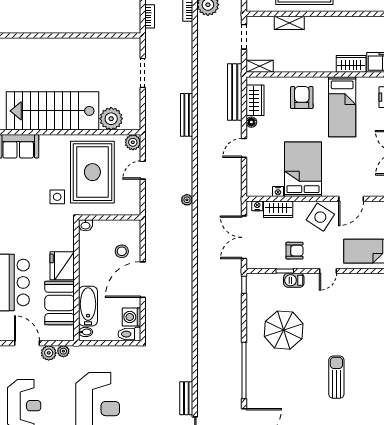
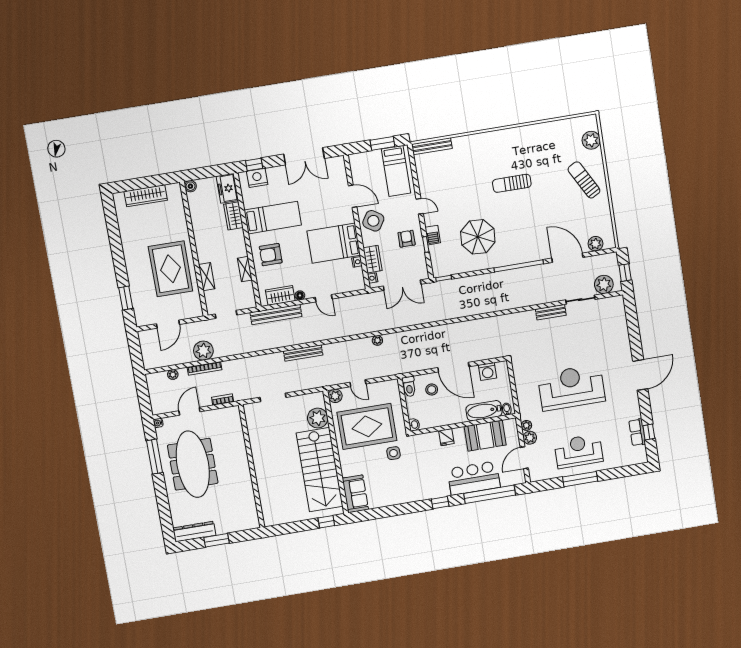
shelving: (260, 66) -> (245, 269), moved
fridge: (62, 266) -> (446, 437), width x0.53, depth x0.75
toilet: (129, 334) -> (409, 387), moved

